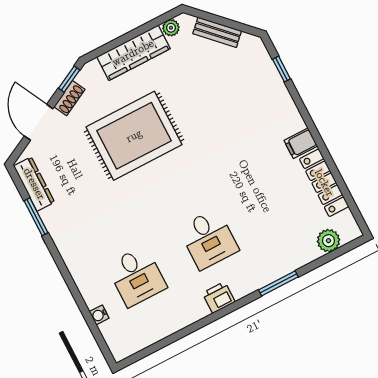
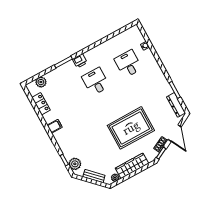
plant: (258, 60) -> (75, 164), added
locker: (324, 183) -> (41, 104), width x0.66
printer: (219, 297) -> (80, 61), moved

